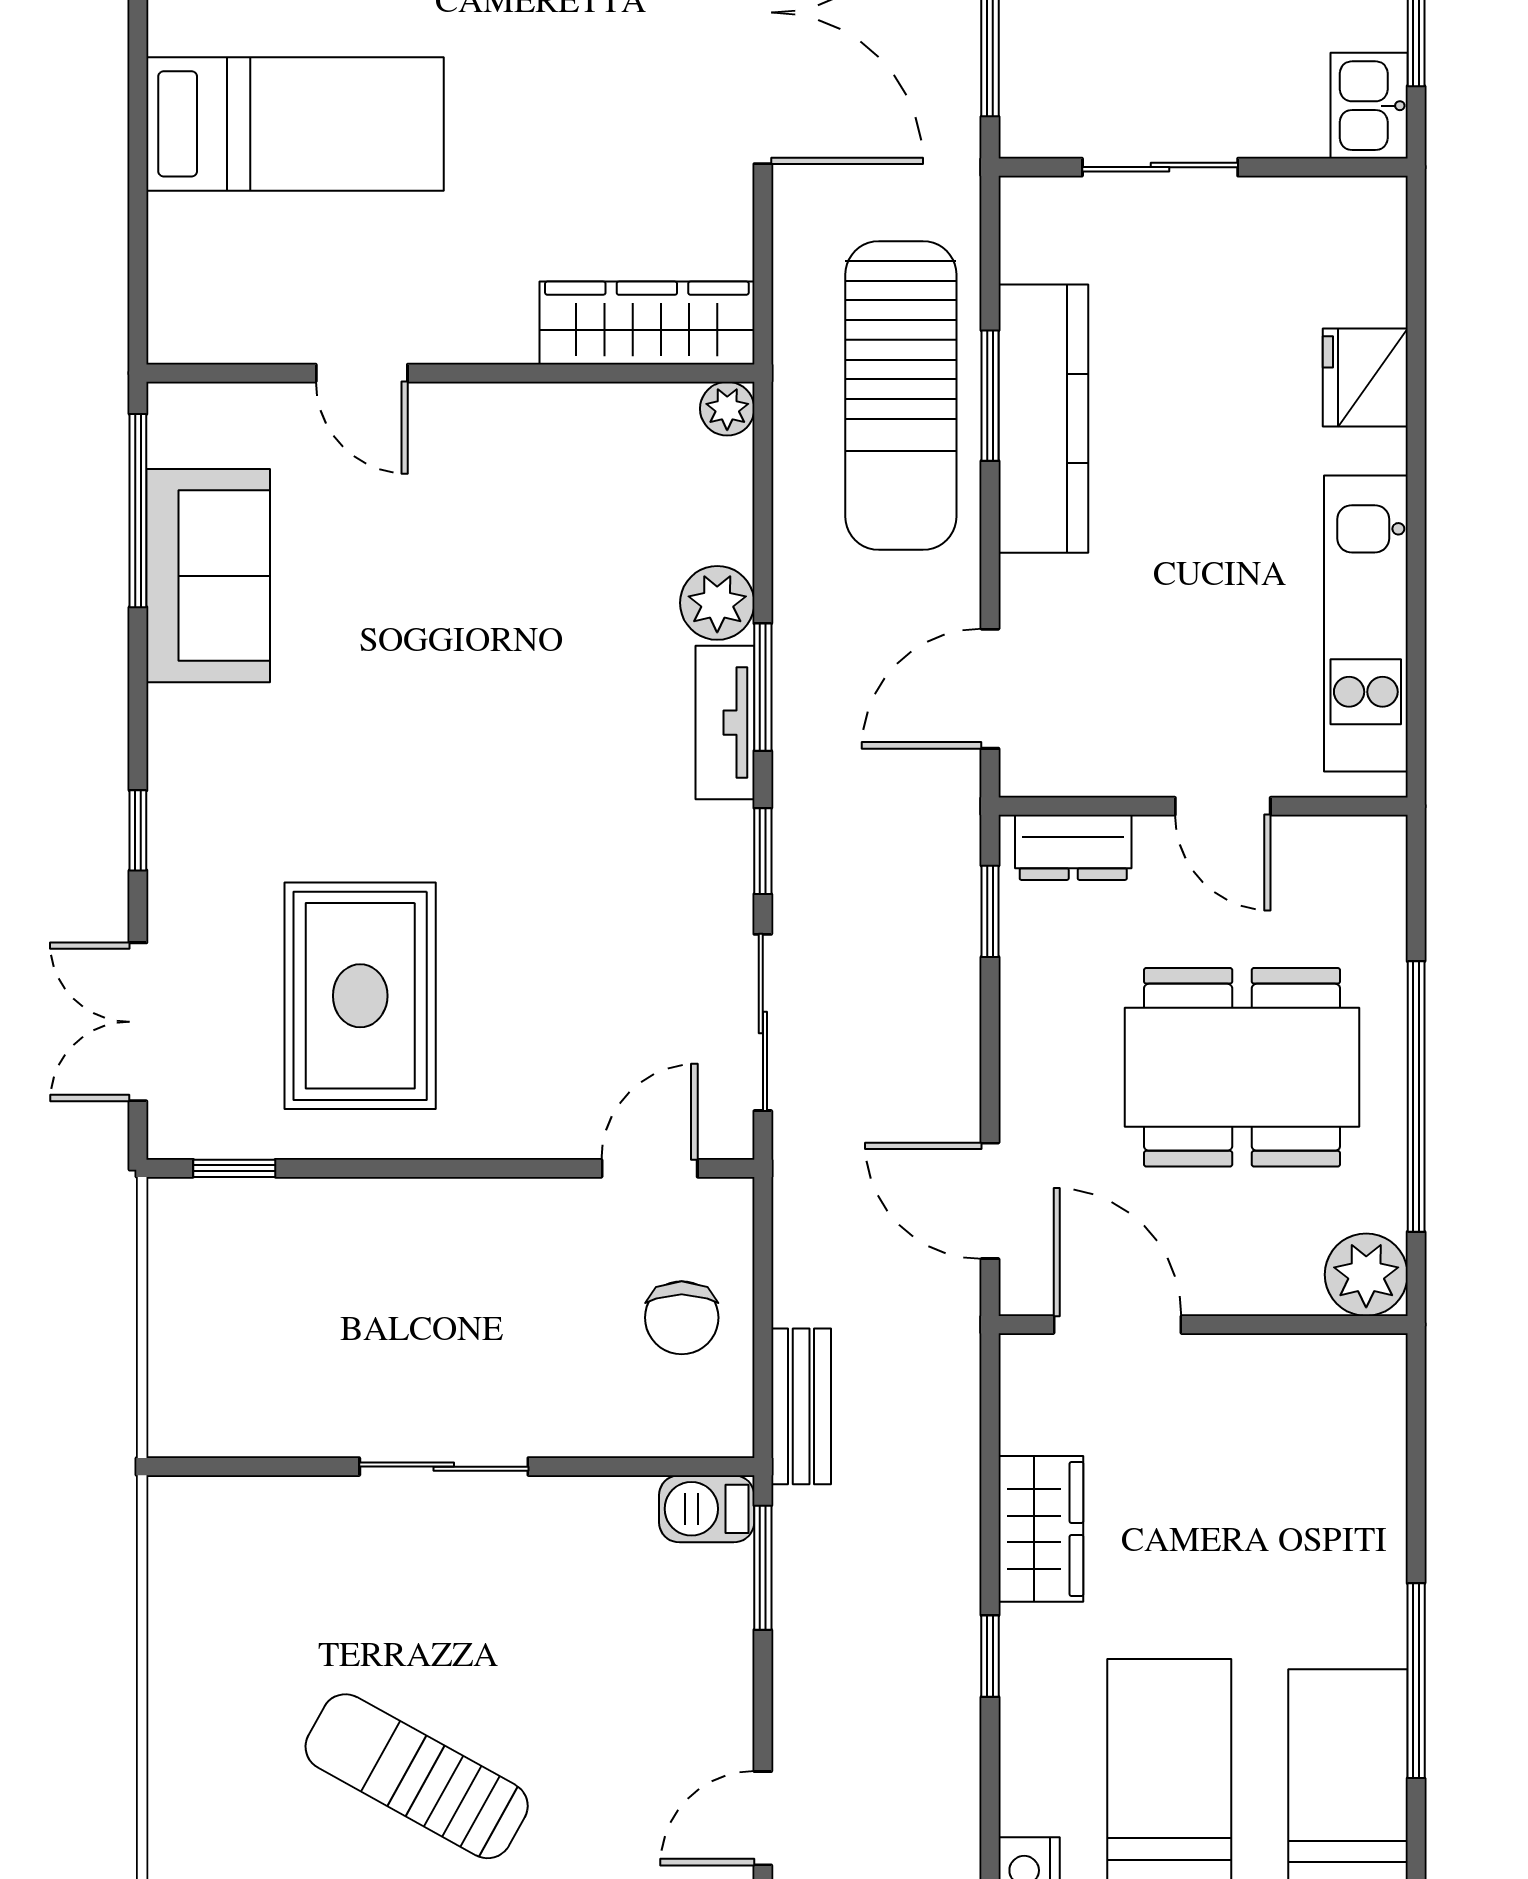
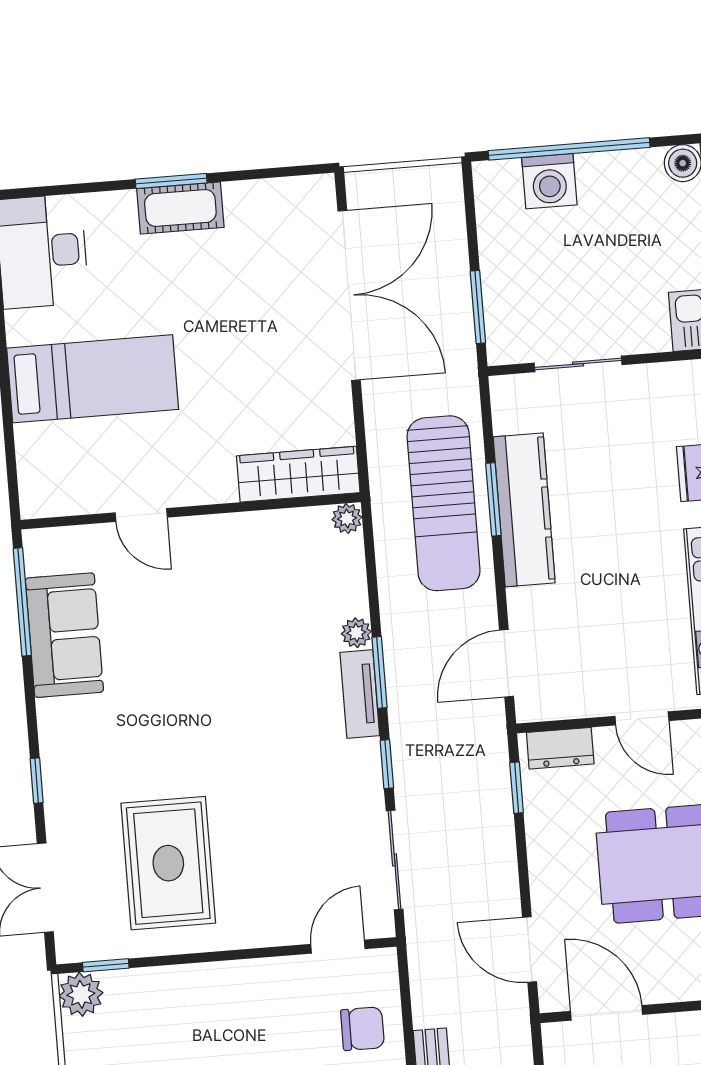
plant: (717, 603) -> (356, 633), width x0.73, depth x0.73
plant: (186, 1216) -> (81, 994), added
chair: (682, 1318) -> (362, 1029), turned -90

